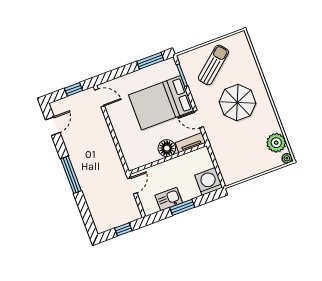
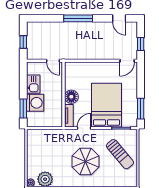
washing machine: (209, 181) -> (35, 103), moved
window: (182, 207) -> (23, 108), moved

